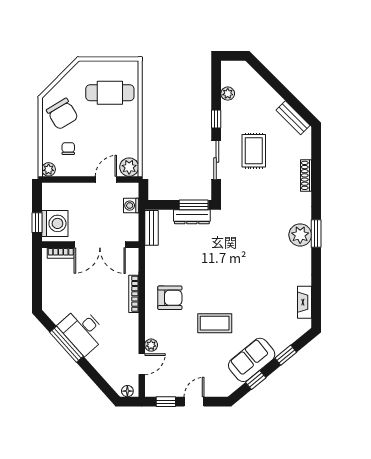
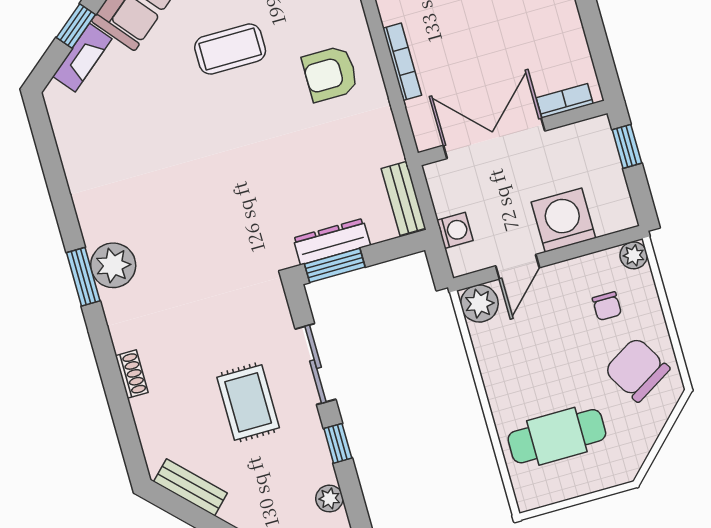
shoe rack: (306, 175) -> (132, 374), width x0.70
washing machine: (55, 223) -> (563, 220), moved, turned 90
fireplace: (304, 302) -> (82, 58), moved, turned 50

